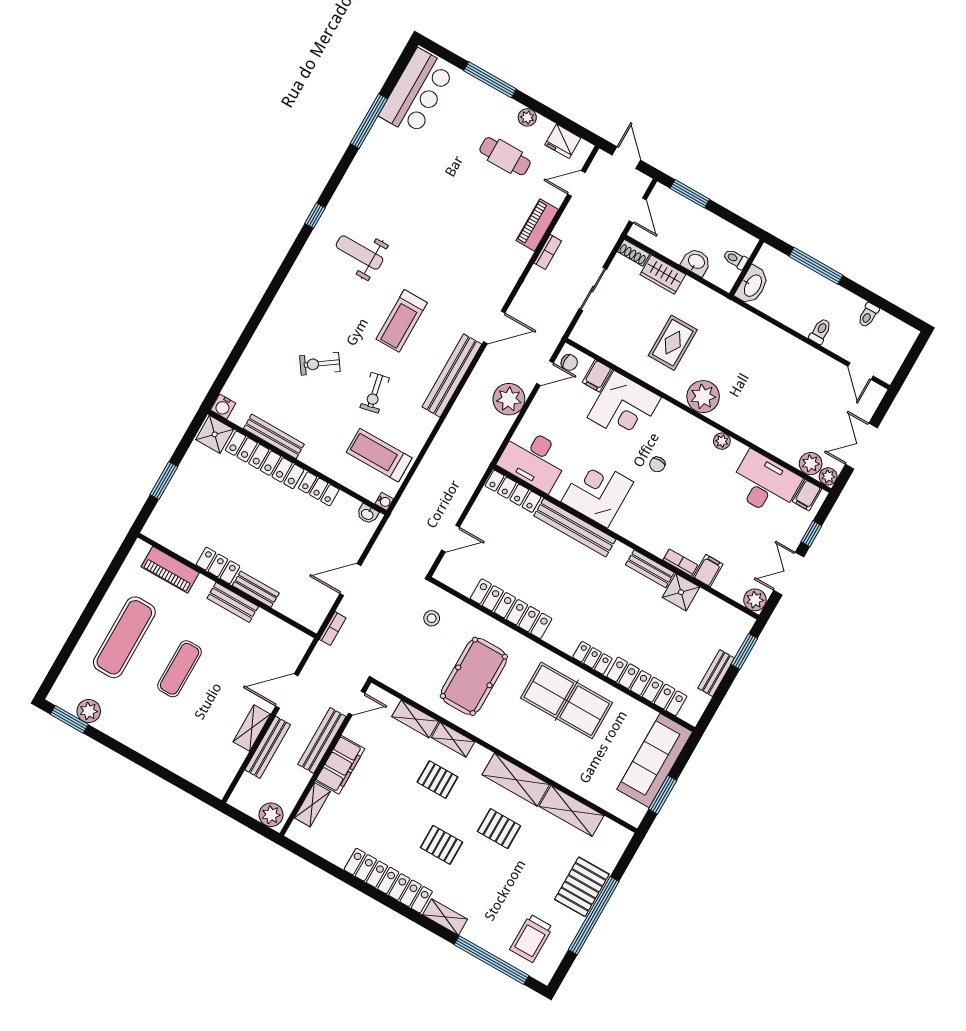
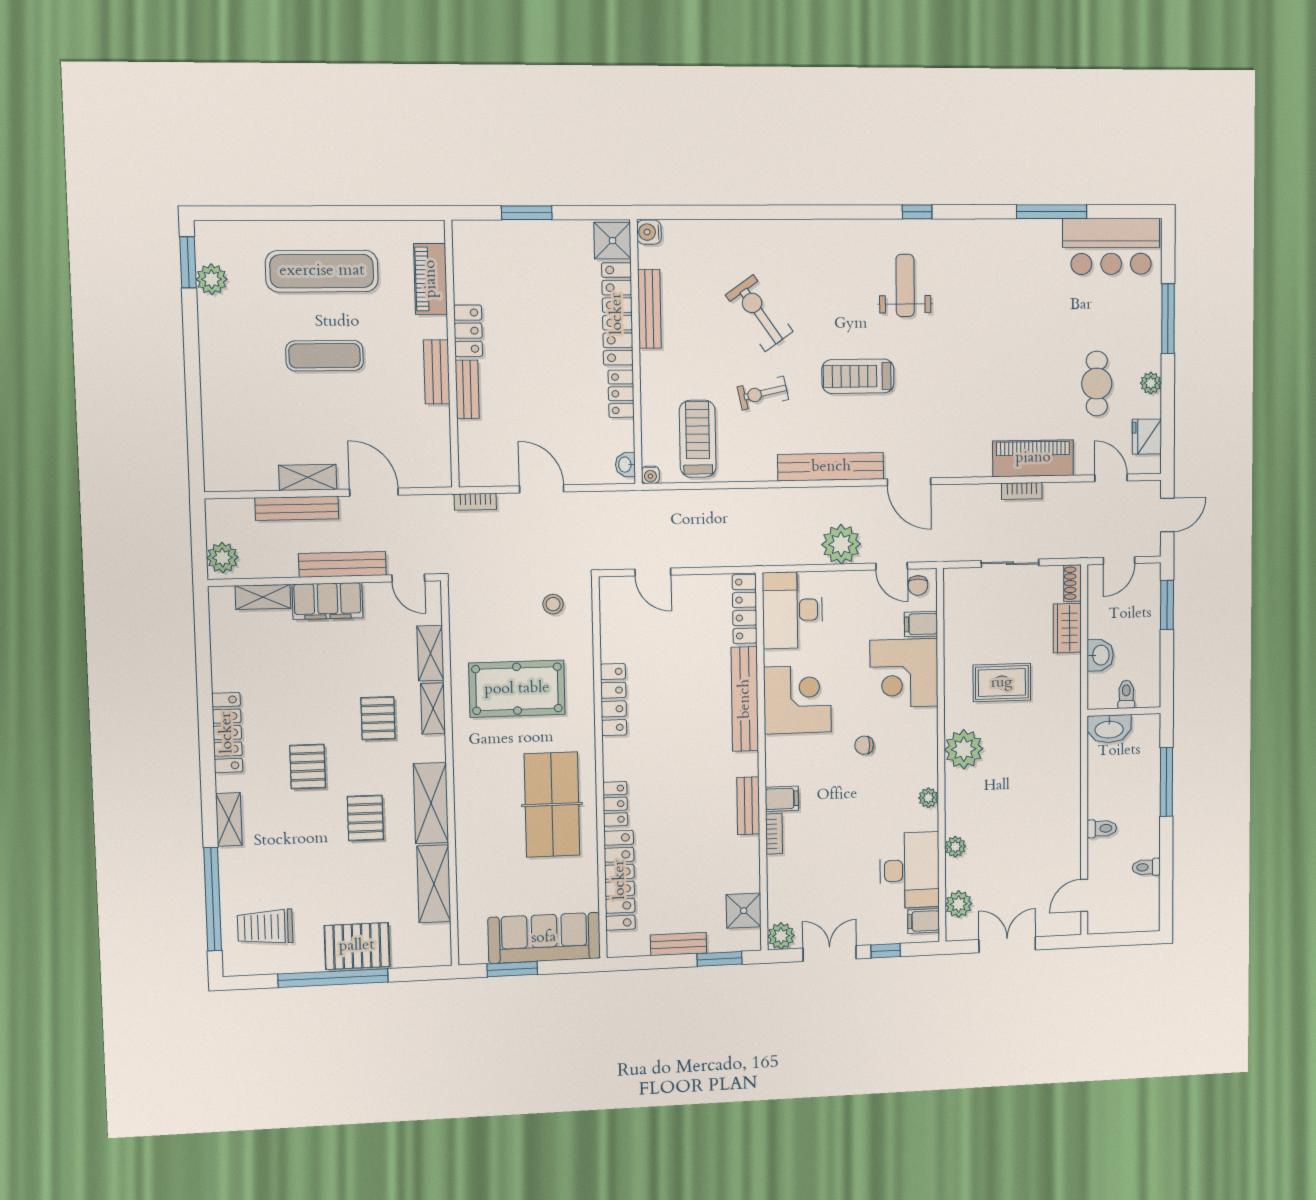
piano: (537, 225) -> (1033, 458), width x1.37, depth x1.33
exercise bike: (320, 364) -> (759, 313), width x1.38, depth x1.39
plant: (828, 476) -> (955, 847), moved
filing cabinet: (708, 571) -> (782, 799), moved
shower: (681, 592) -> (744, 911), moved
locker: (511, 609) -> (614, 700), width x0.71, depth x0.83
locker: (388, 881) -> (227, 733), width x0.71, depth x0.83

